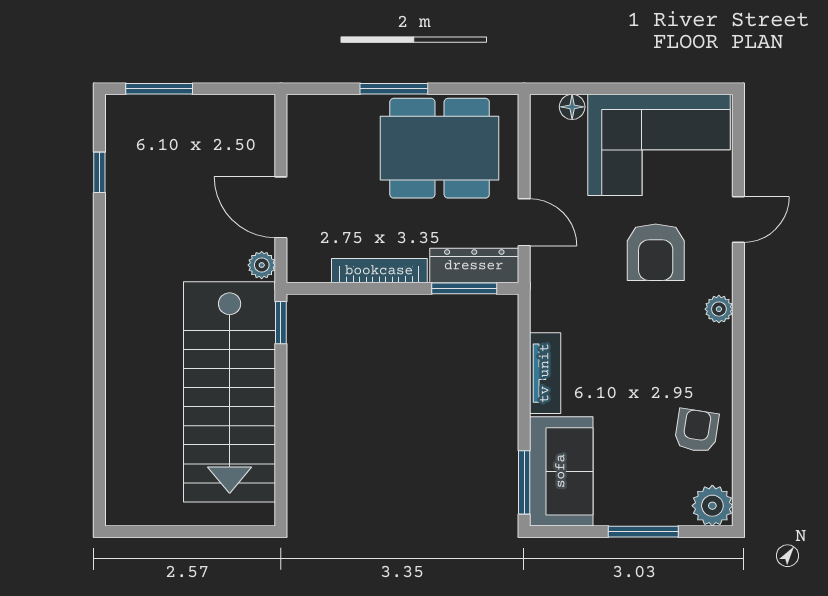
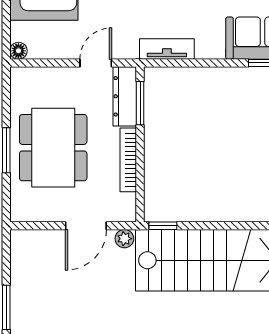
floor lamp: (572, 107) -> (18, 51), moved
dining table: (440, 148) -> (53, 148), moved
tv unit: (545, 373) -> (167, 49), moved

